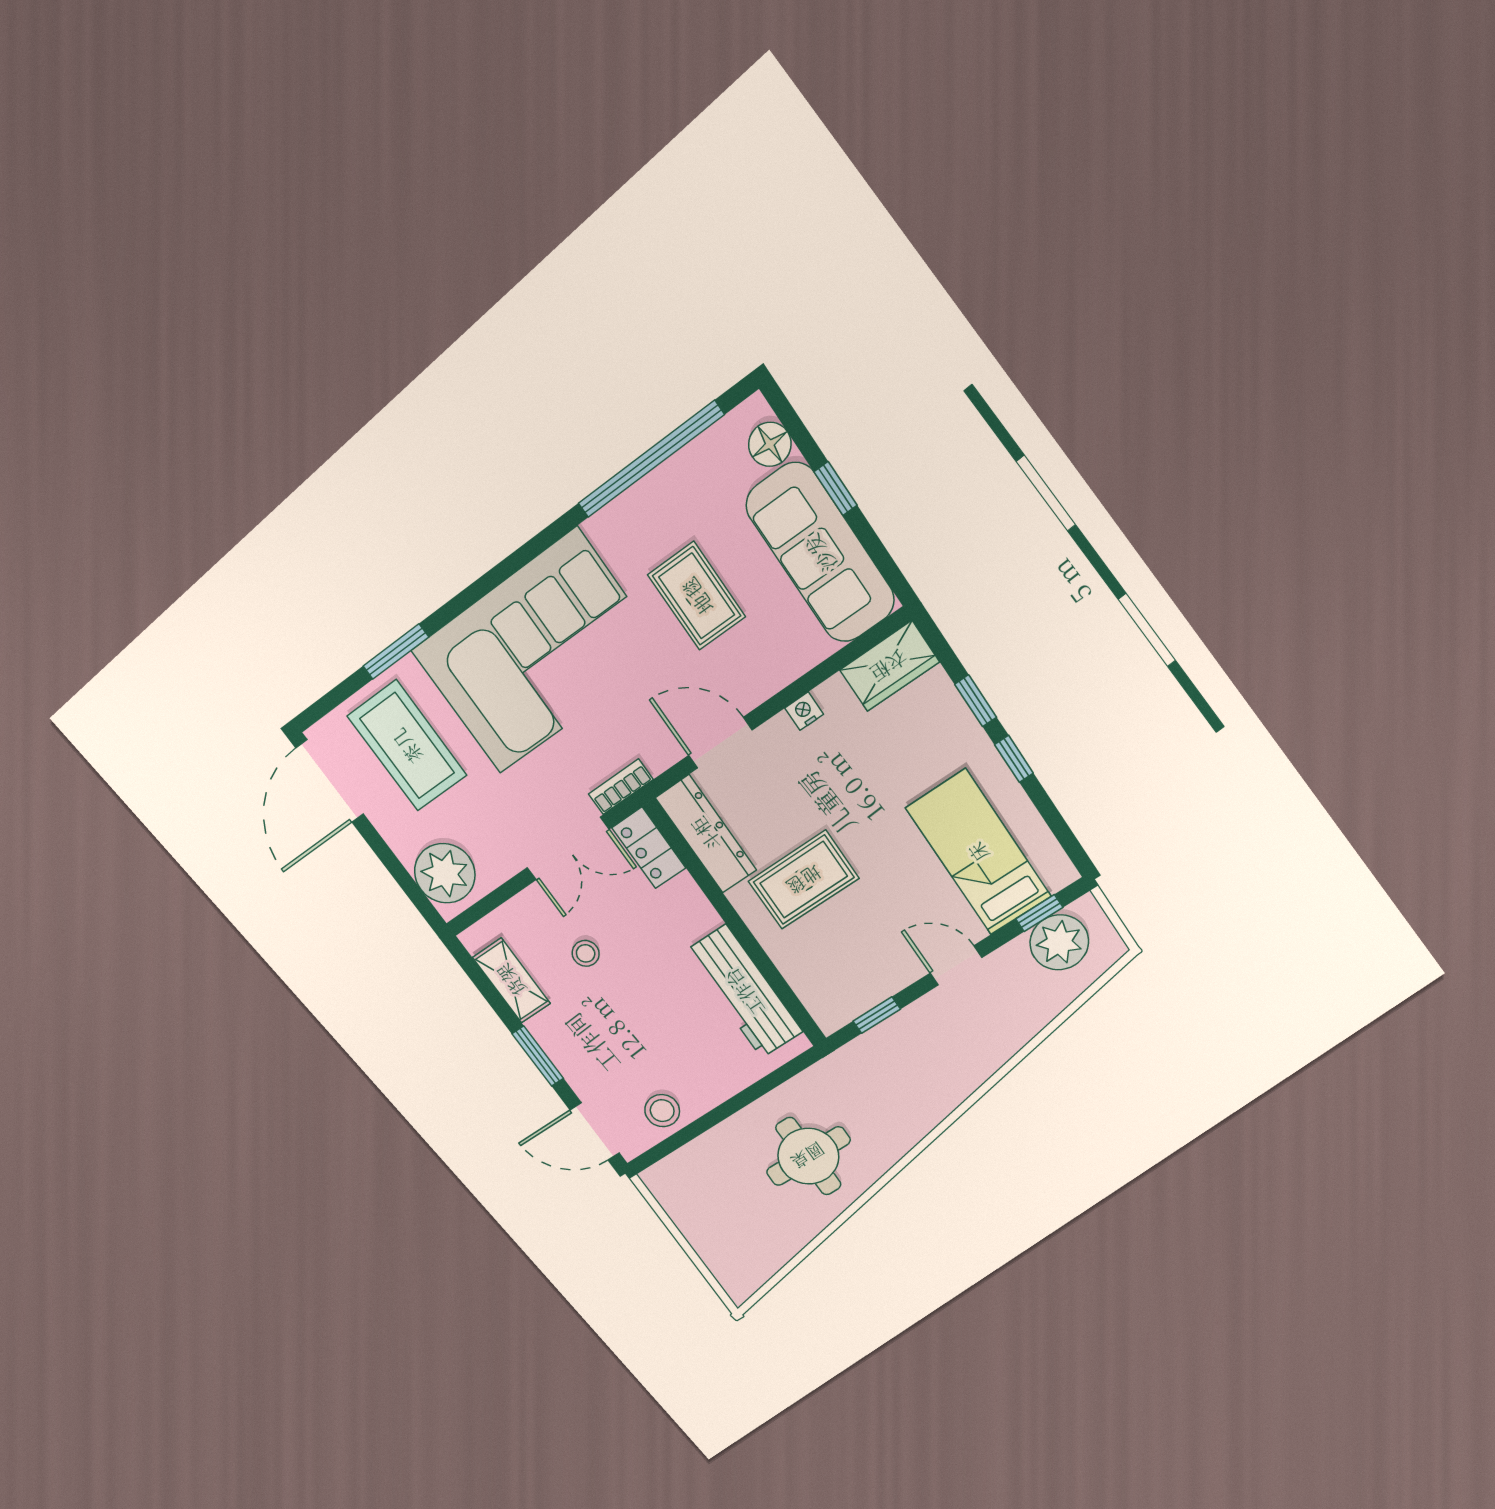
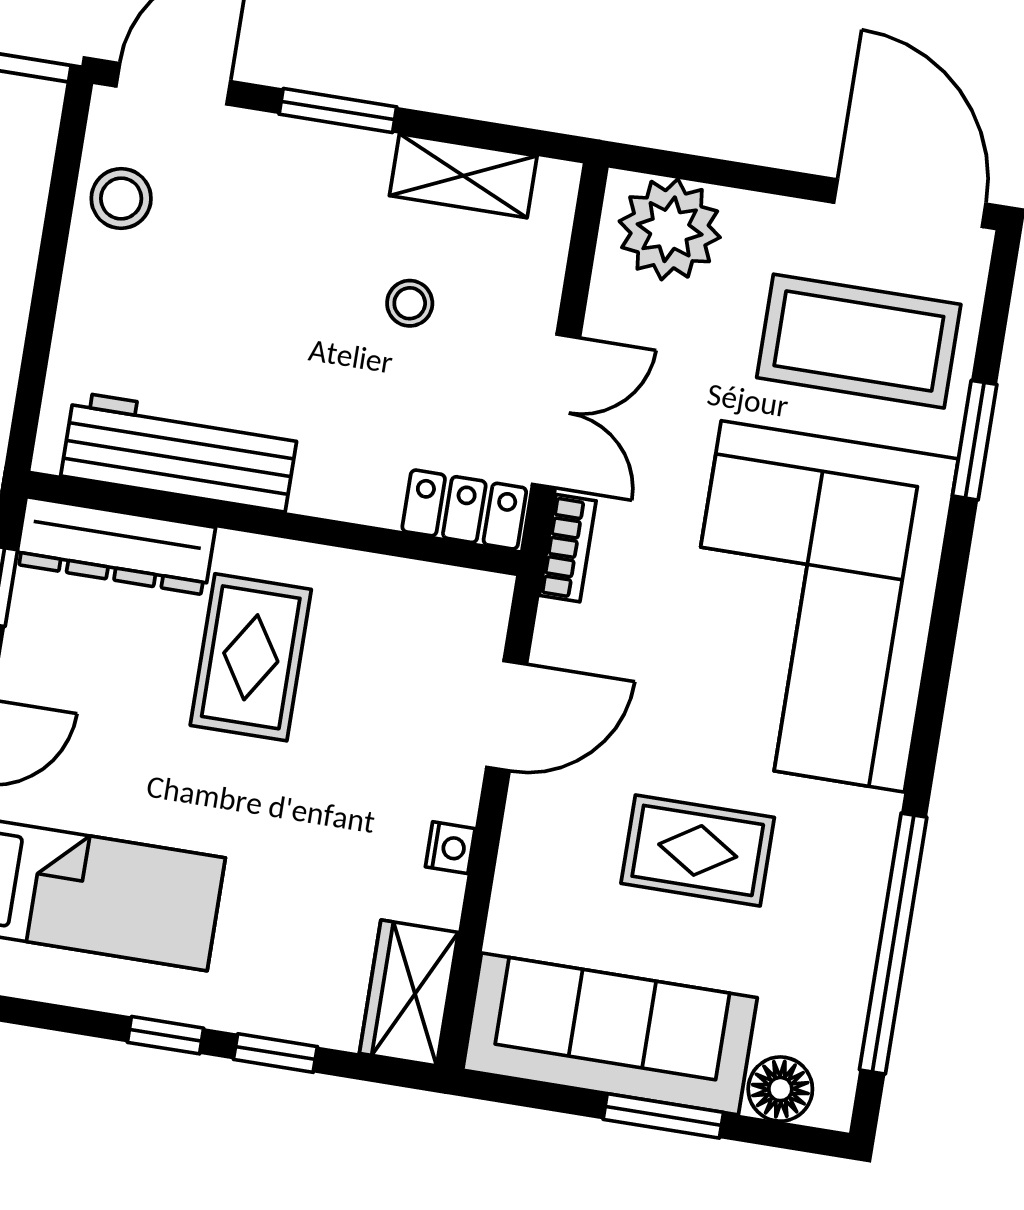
window: (836, 489) -> (663, 1116), width x1.50
dresser: (706, 834) -> (115, 546), moved
double door: (568, 848) -> (556, 411), swing flipped

